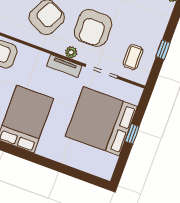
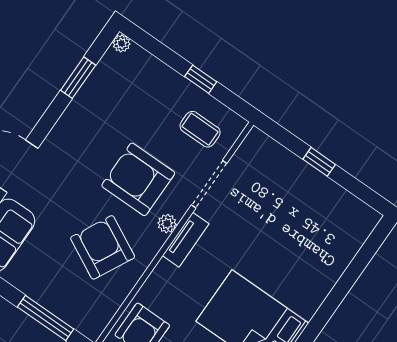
armchair: (93, 28) -> (138, 179), turned 180
bed: (101, 121) -> (287, 205), removed

